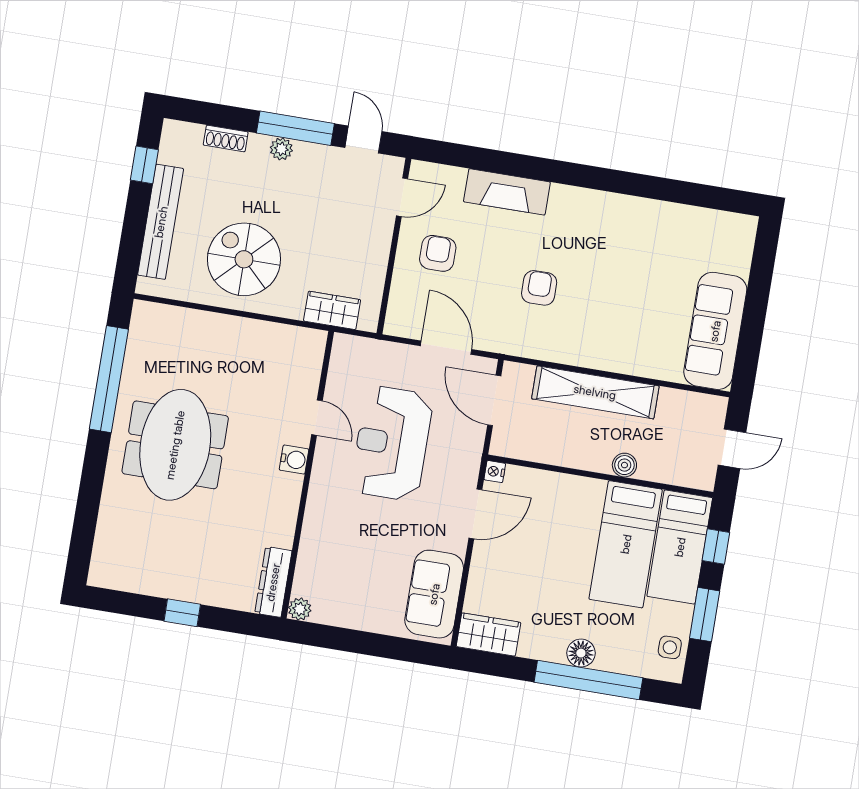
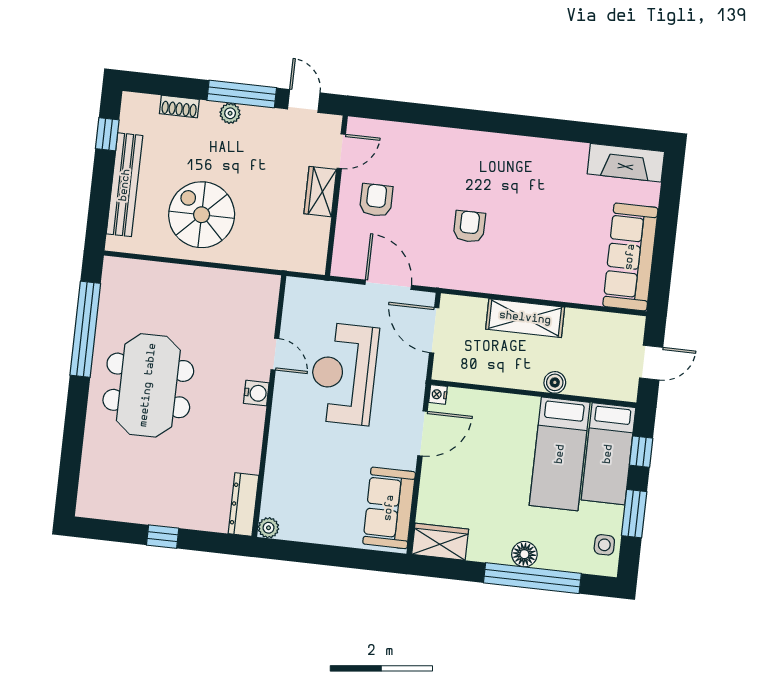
fireplace: (507, 192) -> (626, 163), moved
wardrobe: (332, 310) -> (320, 192), moved, turned -90
shelving: (595, 392) -> (525, 318), width x0.68

